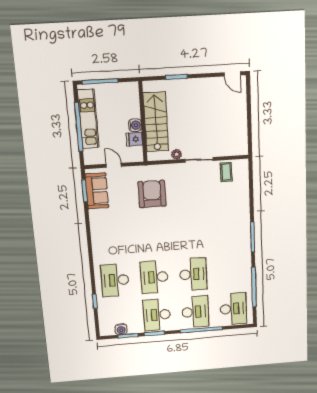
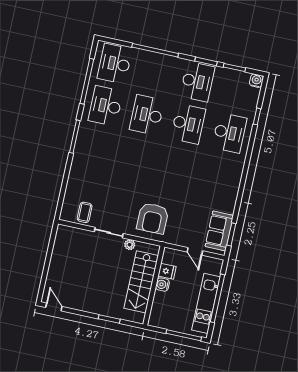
armchair: (152, 194) -> (153, 218), moved
desk: (195, 312) -> (106, 106), moved
water cooler: (121, 329) -> (256, 81), moved

